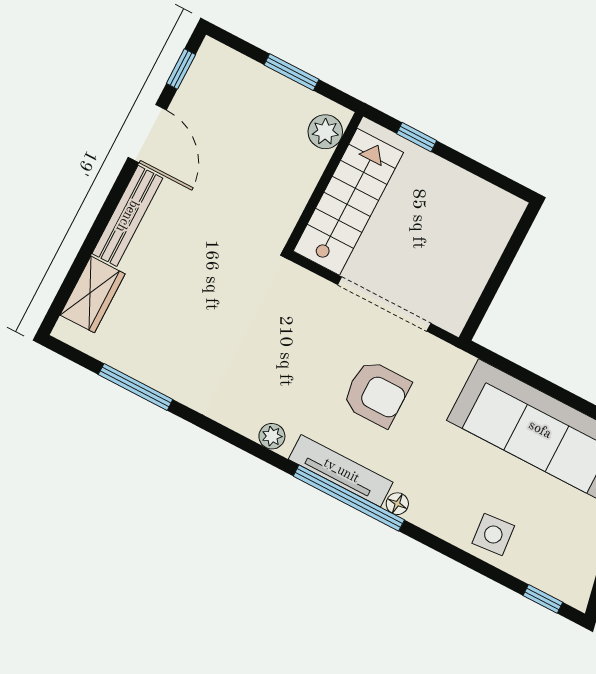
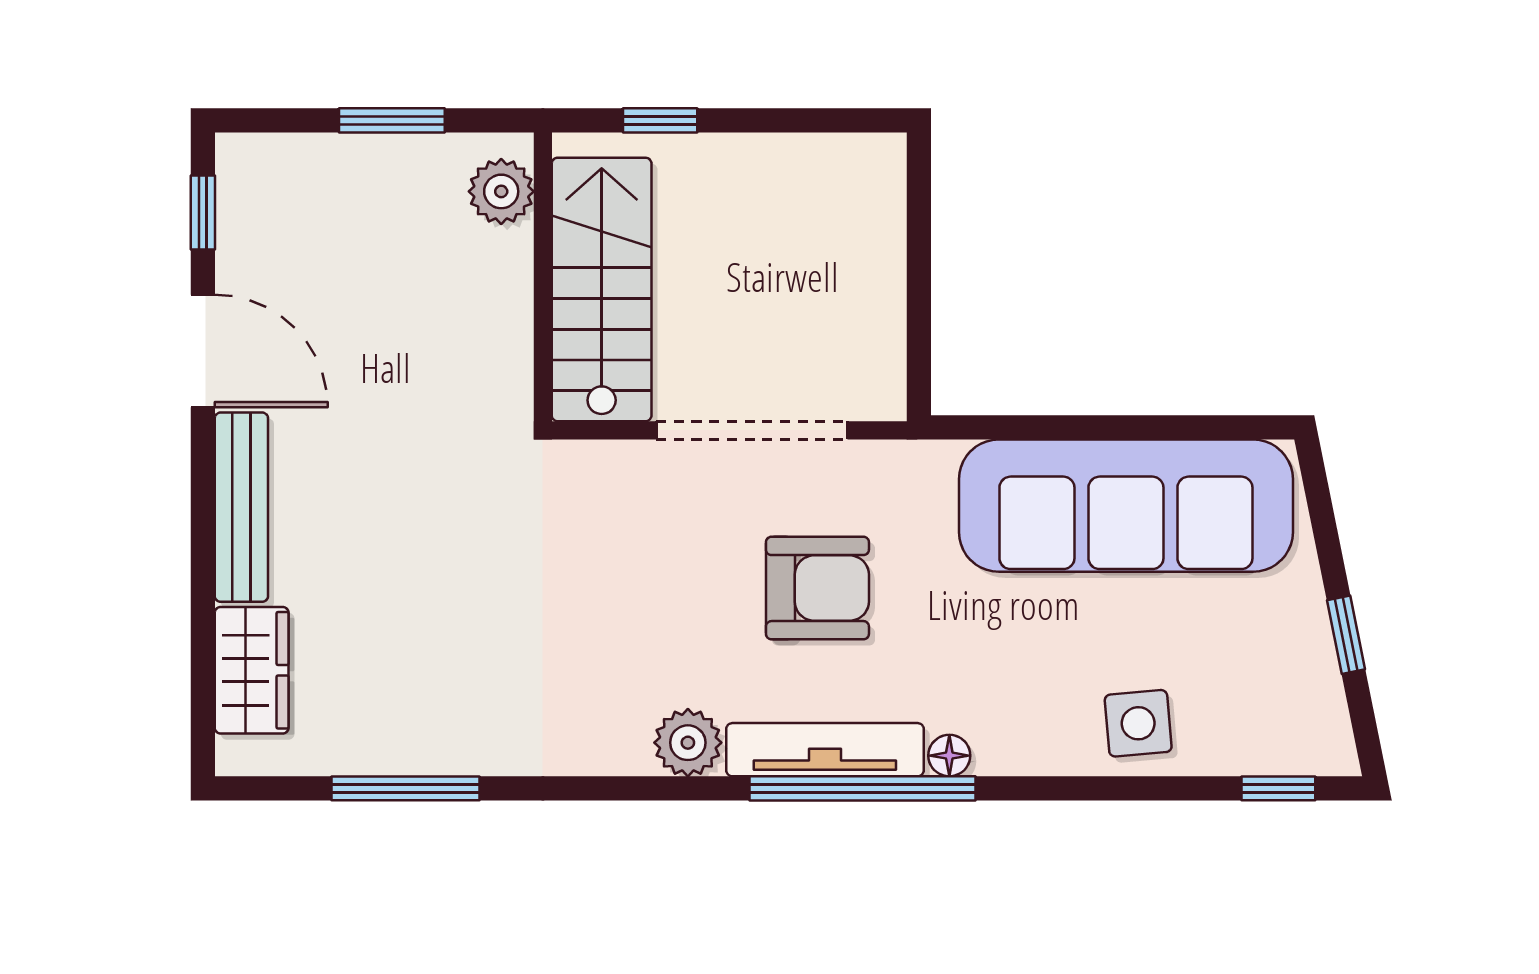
plant: (272, 436) -> (688, 743), width x1.38, depth x1.38

